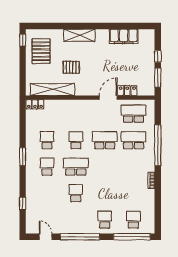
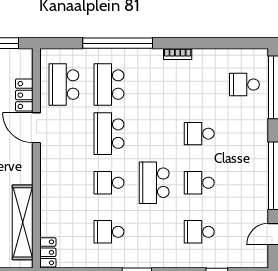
school desk: (47, 167) -> (199, 232), moved
school desk: (105, 220) -> (199, 134), moved

